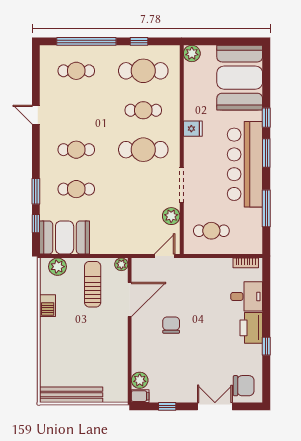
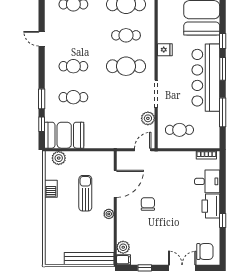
plant: (121, 264) -> (109, 214), moved
sun lounger: (93, 284) -> (85, 193), moved
bench: (71, 395) -> (89, 259), moved

